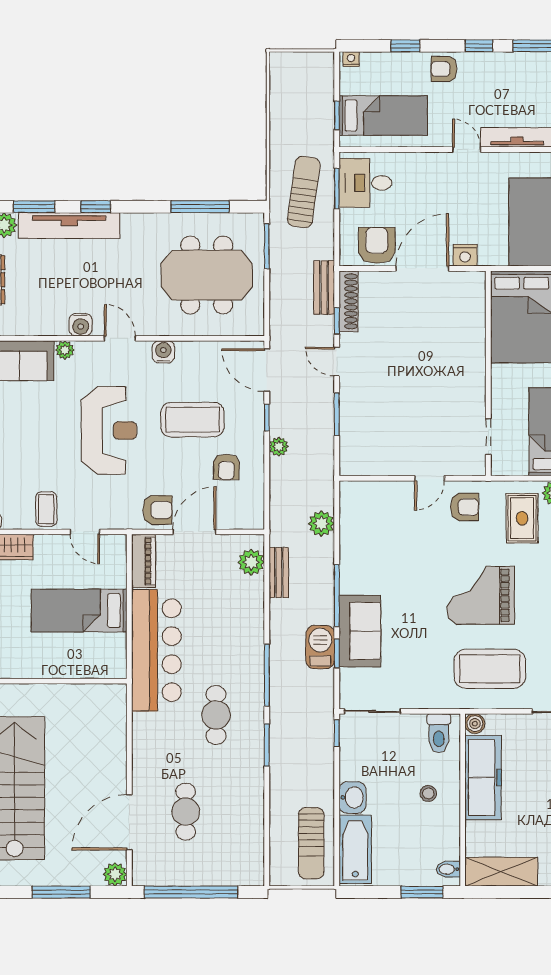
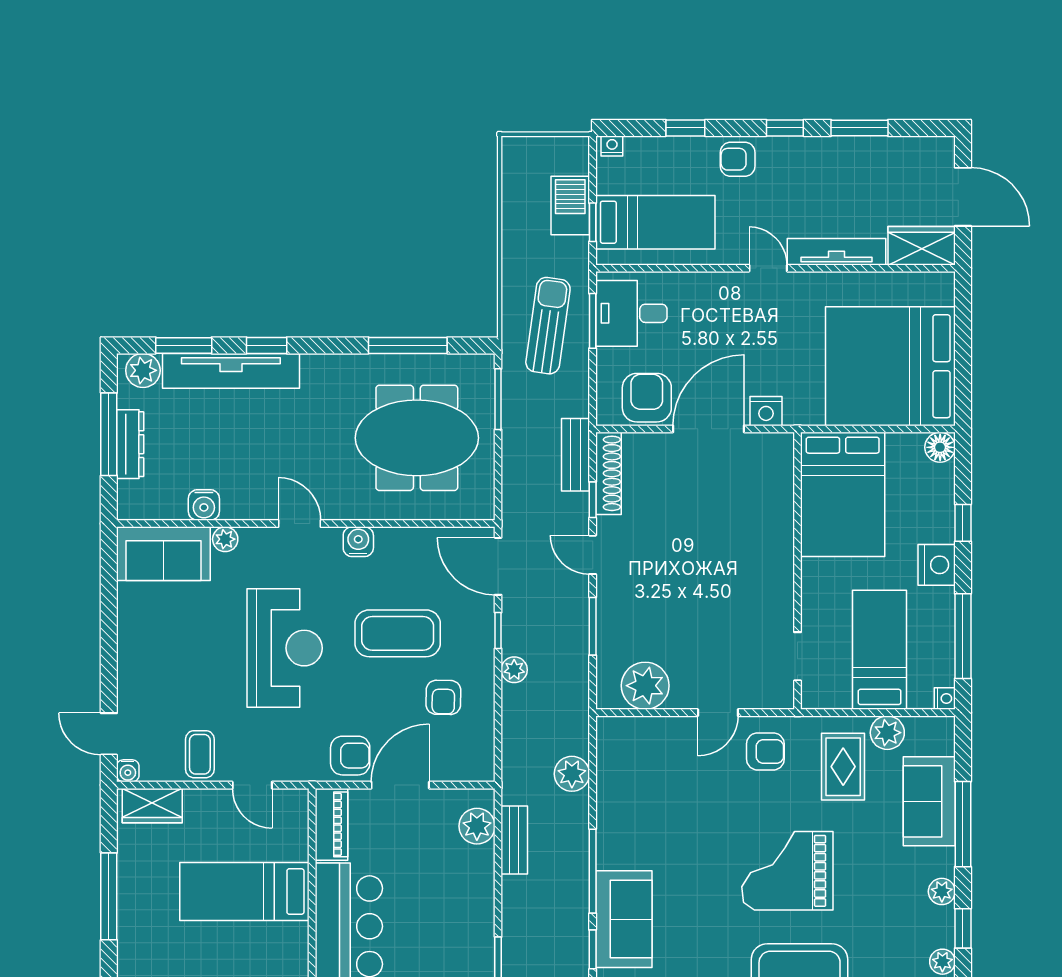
water cooler: (81, 325) -> (204, 505), moved
plant: (376, 458) -> (645, 686), added
barbecue: (320, 647) -> (570, 205), moved

